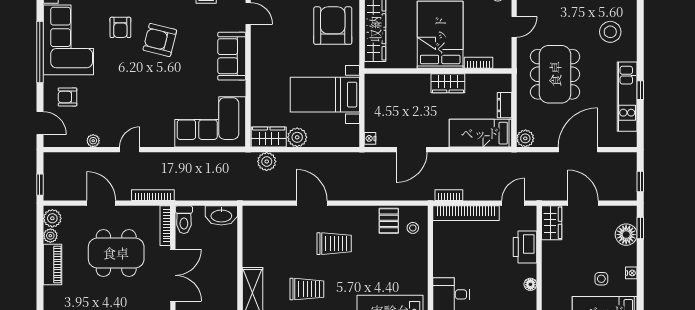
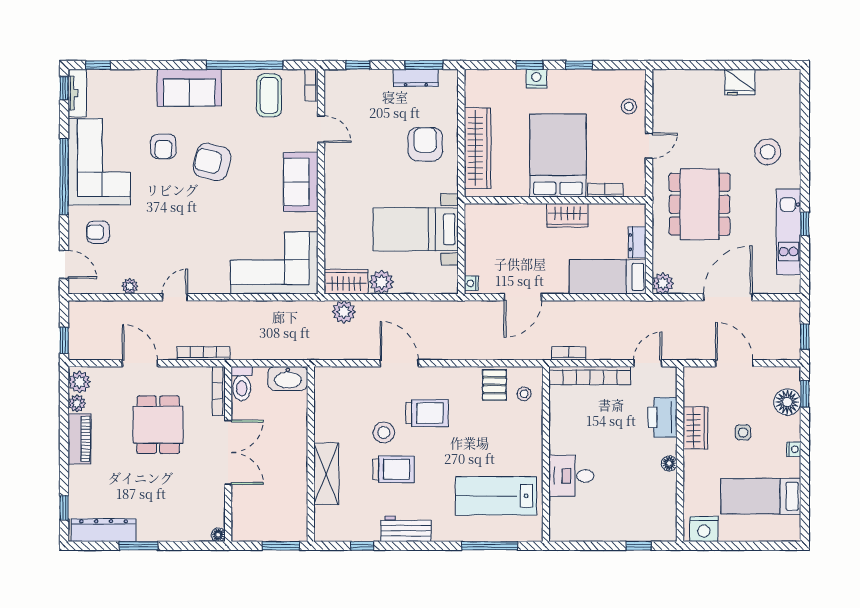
armchair: (333, 26) -> (425, 144), width x0.73, depth x0.73
wardrobe: (552, 223) -> (695, 428), moved
dining table: (116, 253) -> (158, 425), width x0.73
stool: (299, 259) -> (384, 432), added
side table: (601, 279) -> (743, 433), moved

